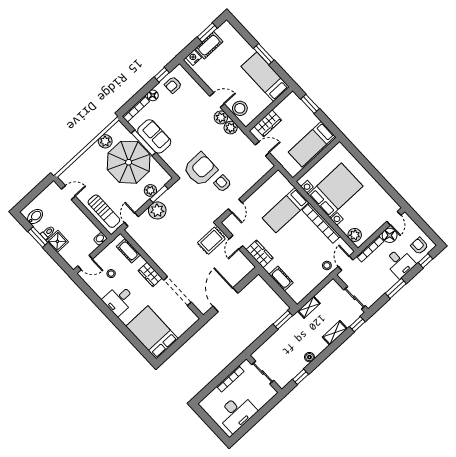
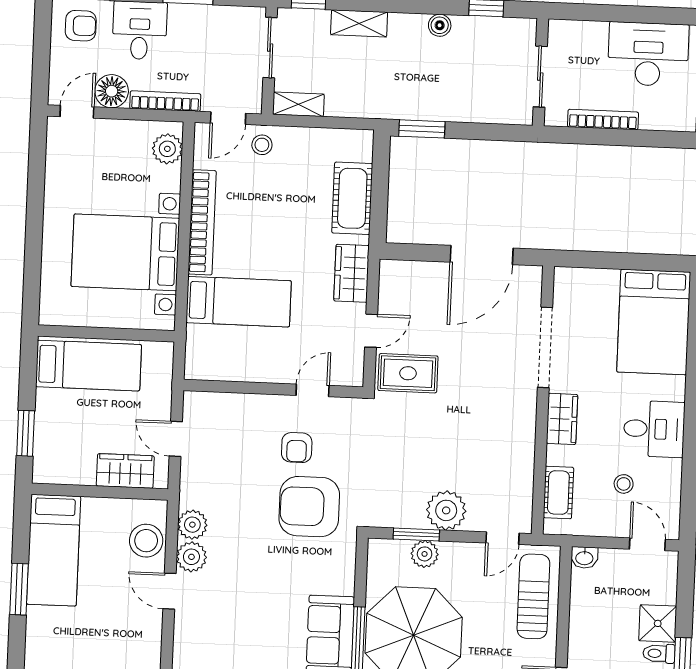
armchair: (419, 246) -> (81, 26), turned -90
cot: (281, 278) -> (352, 198), width x1.37, depth x1.34
shelving: (309, 307) -> (298, 104), moved

